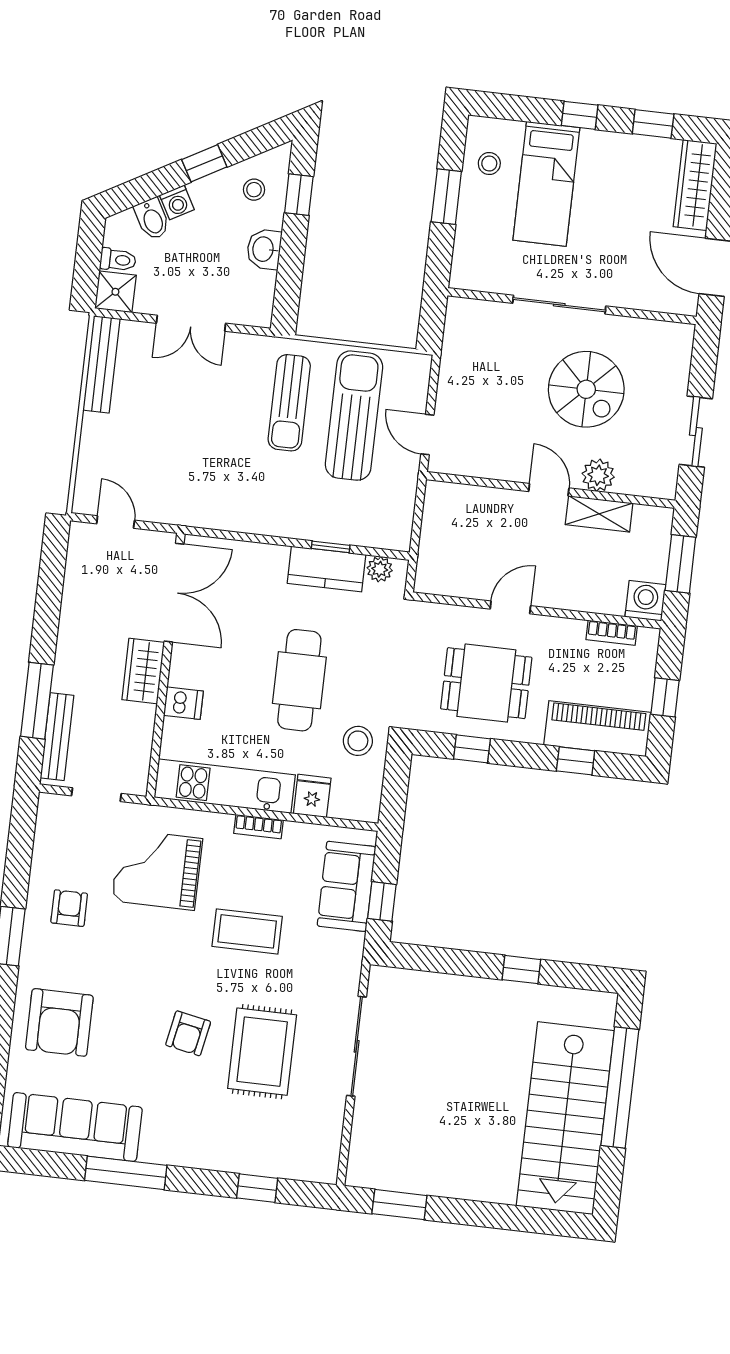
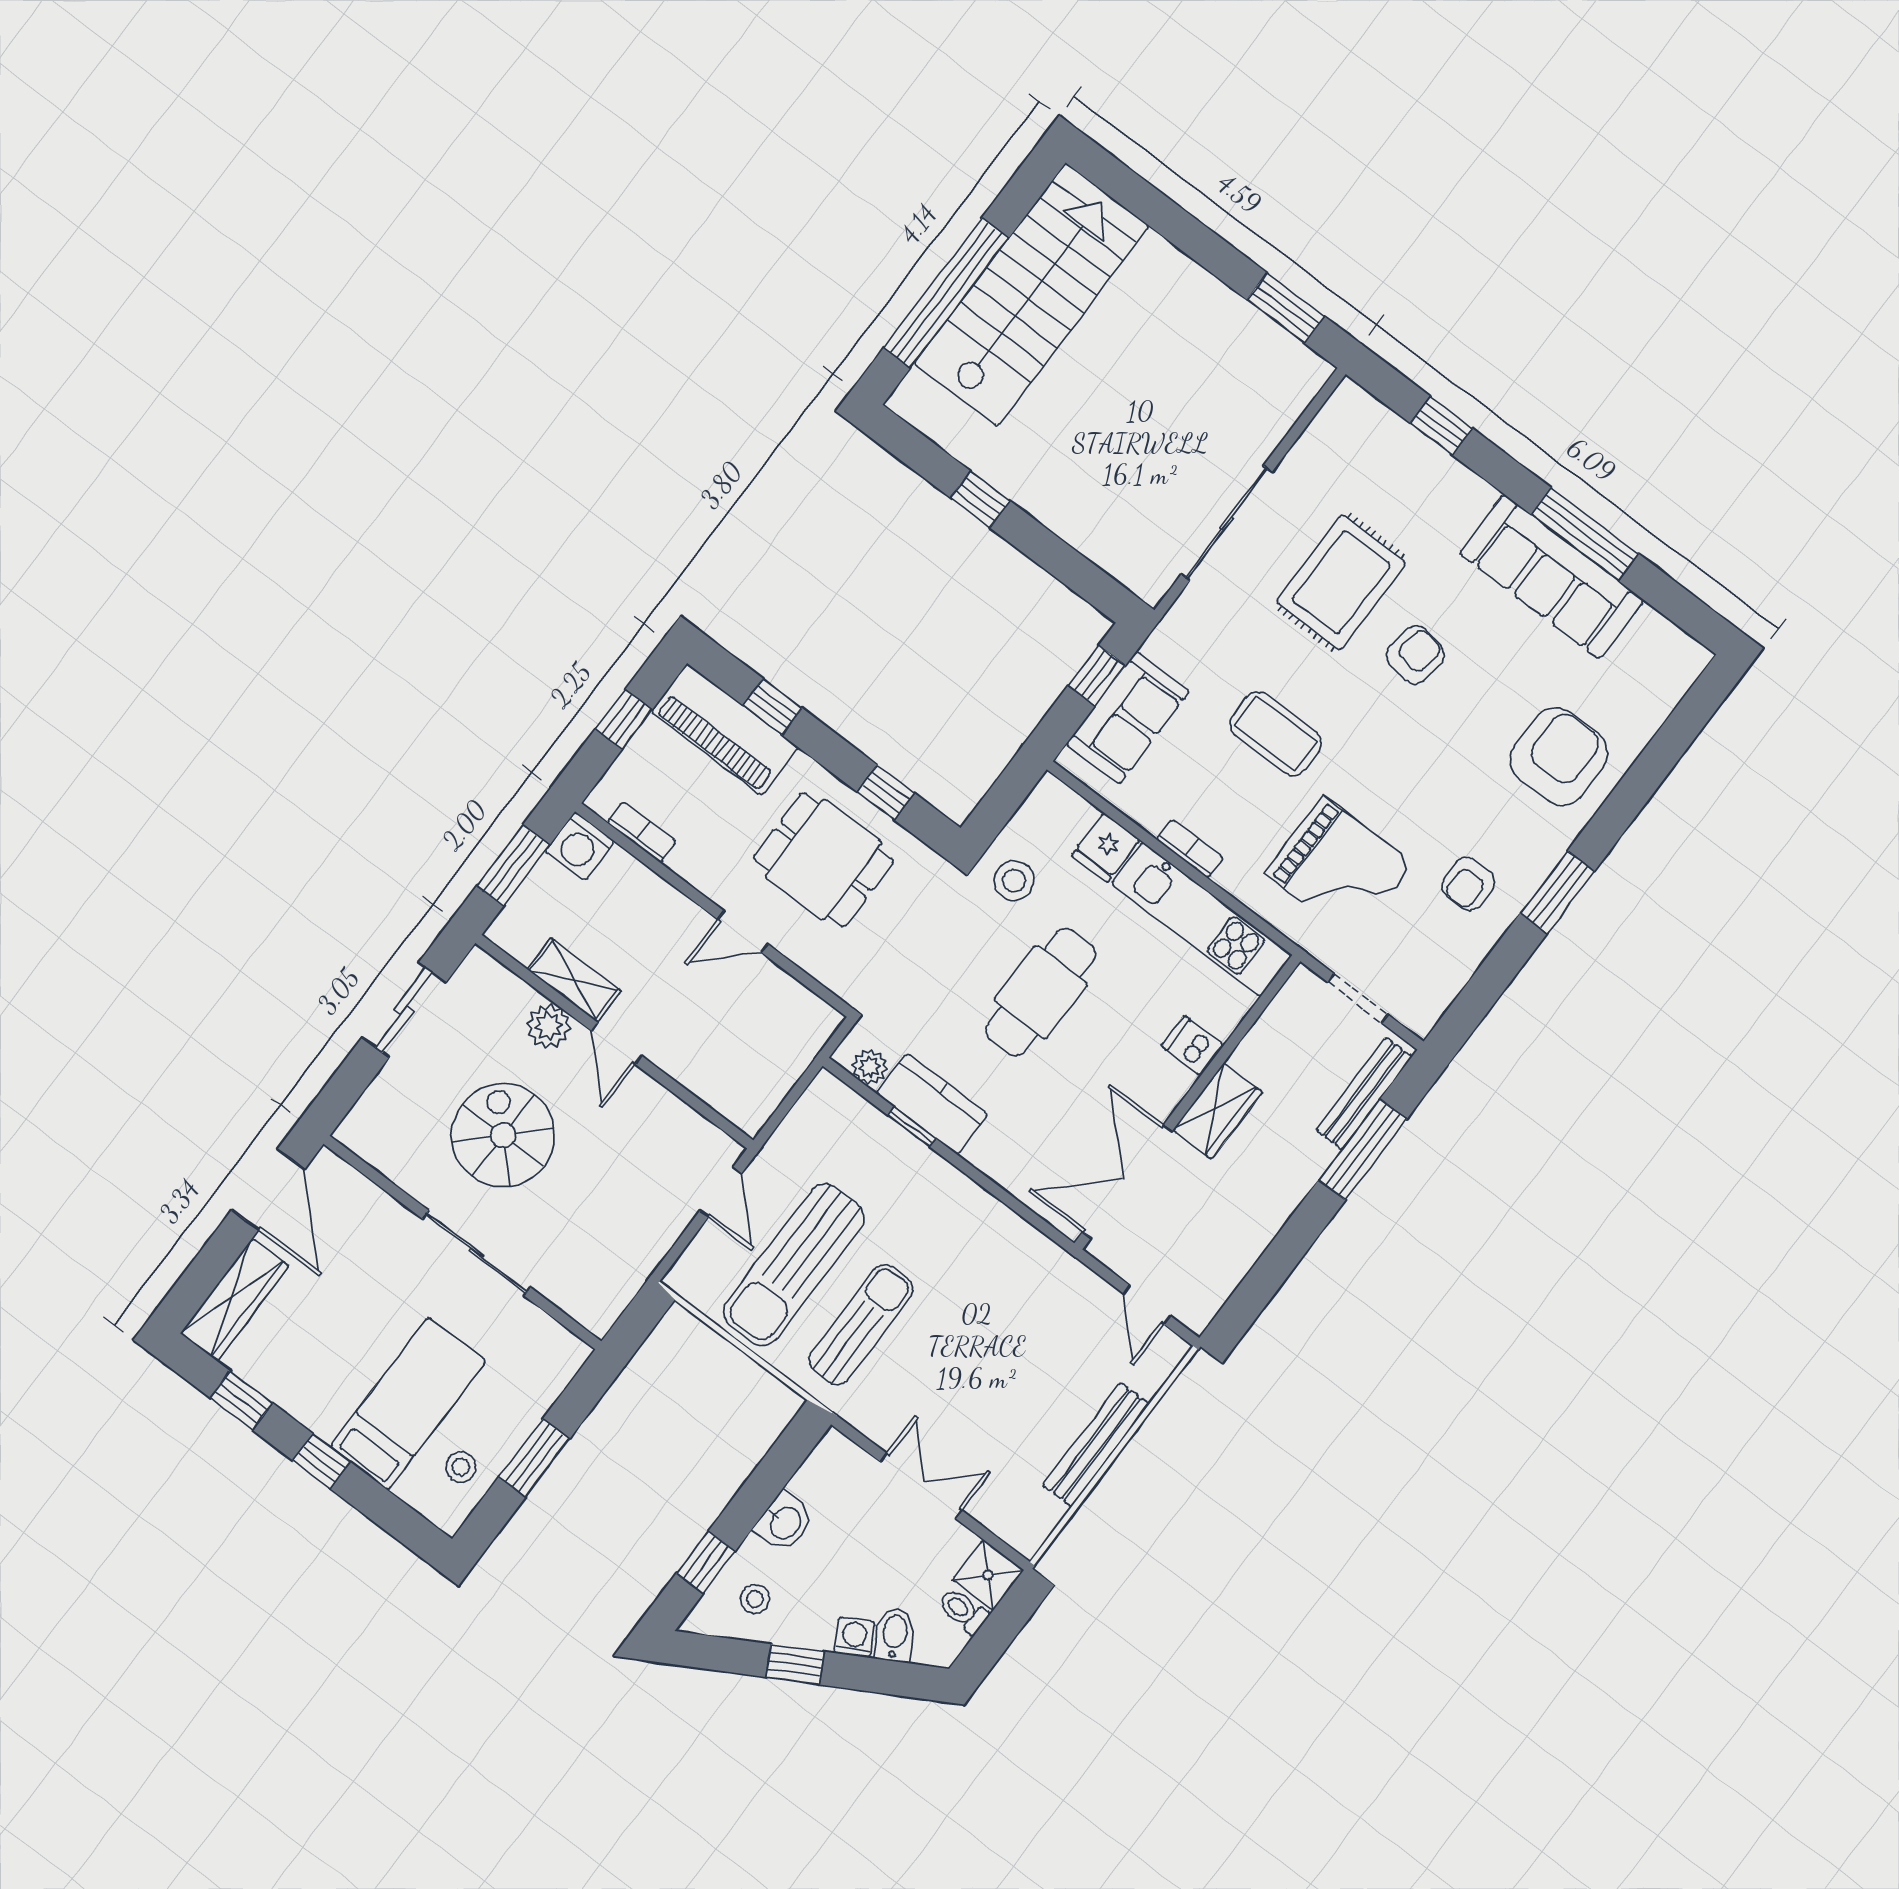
bench: (101, 364) -> (1096, 1445), moved
sofa: (75, 1127) -> (1552, 577), moved

